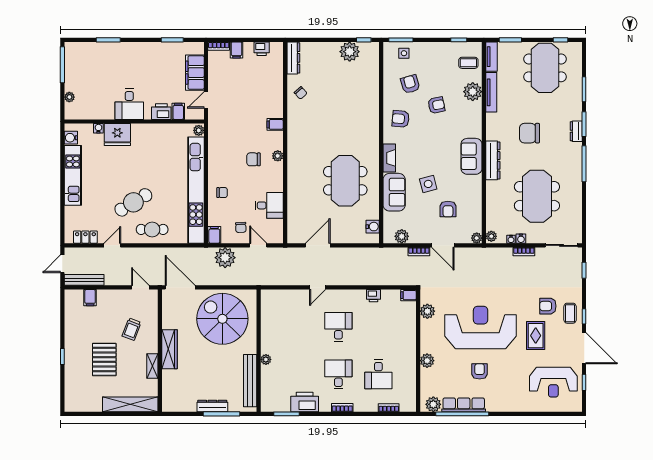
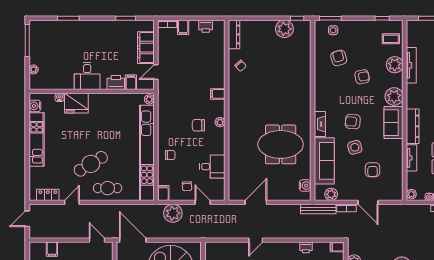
tv unit: (492, 57) -> (412, 158), moved
armchair: (401, 119) -> (353, 122), moved
meeting table: (345, 181) -> (281, 144), turned 90
sofa: (394, 192) -> (324, 161), width x1.36
plant: (477, 238) -> (394, 96), moved, width x1.87, depth x1.87
bench: (84, 280) -> (318, 209), moved

